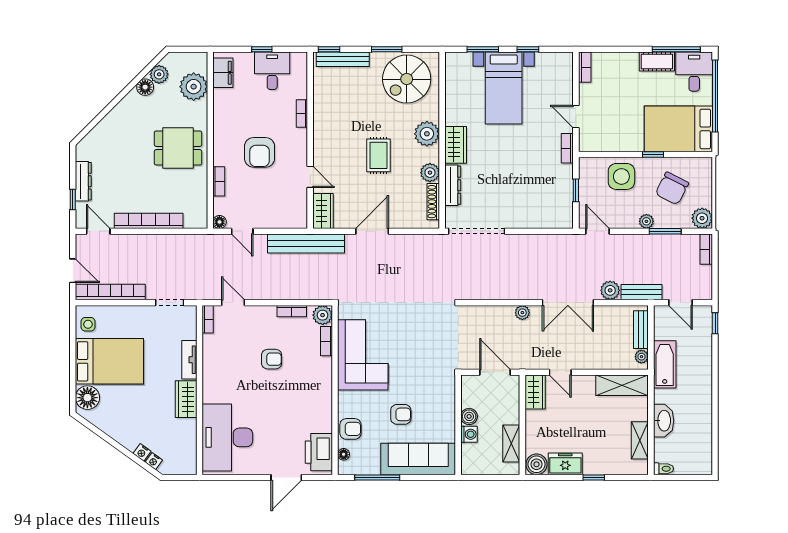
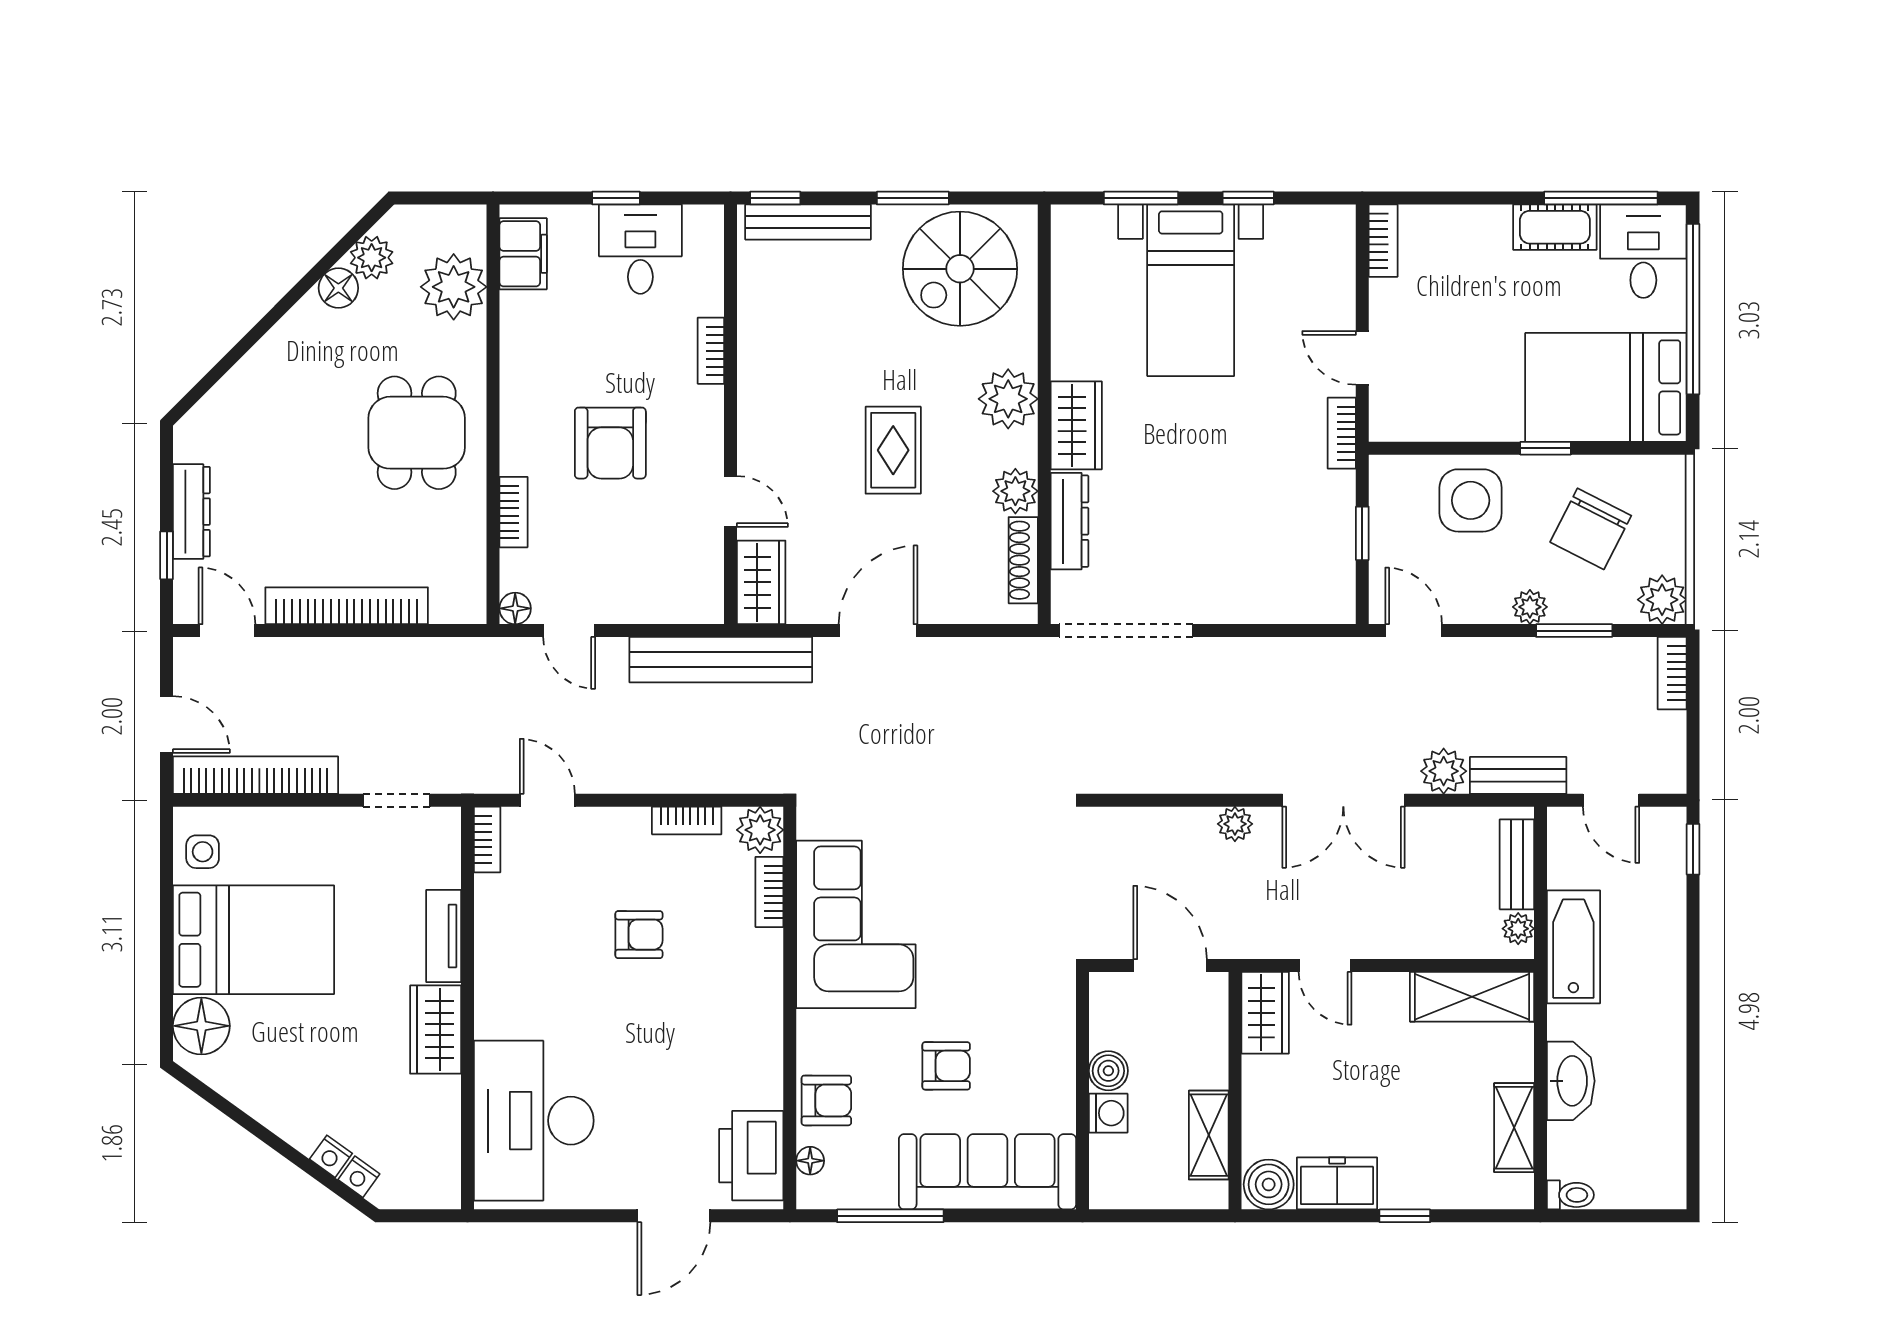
dining table: (178, 148) -> (417, 433), turned 90

